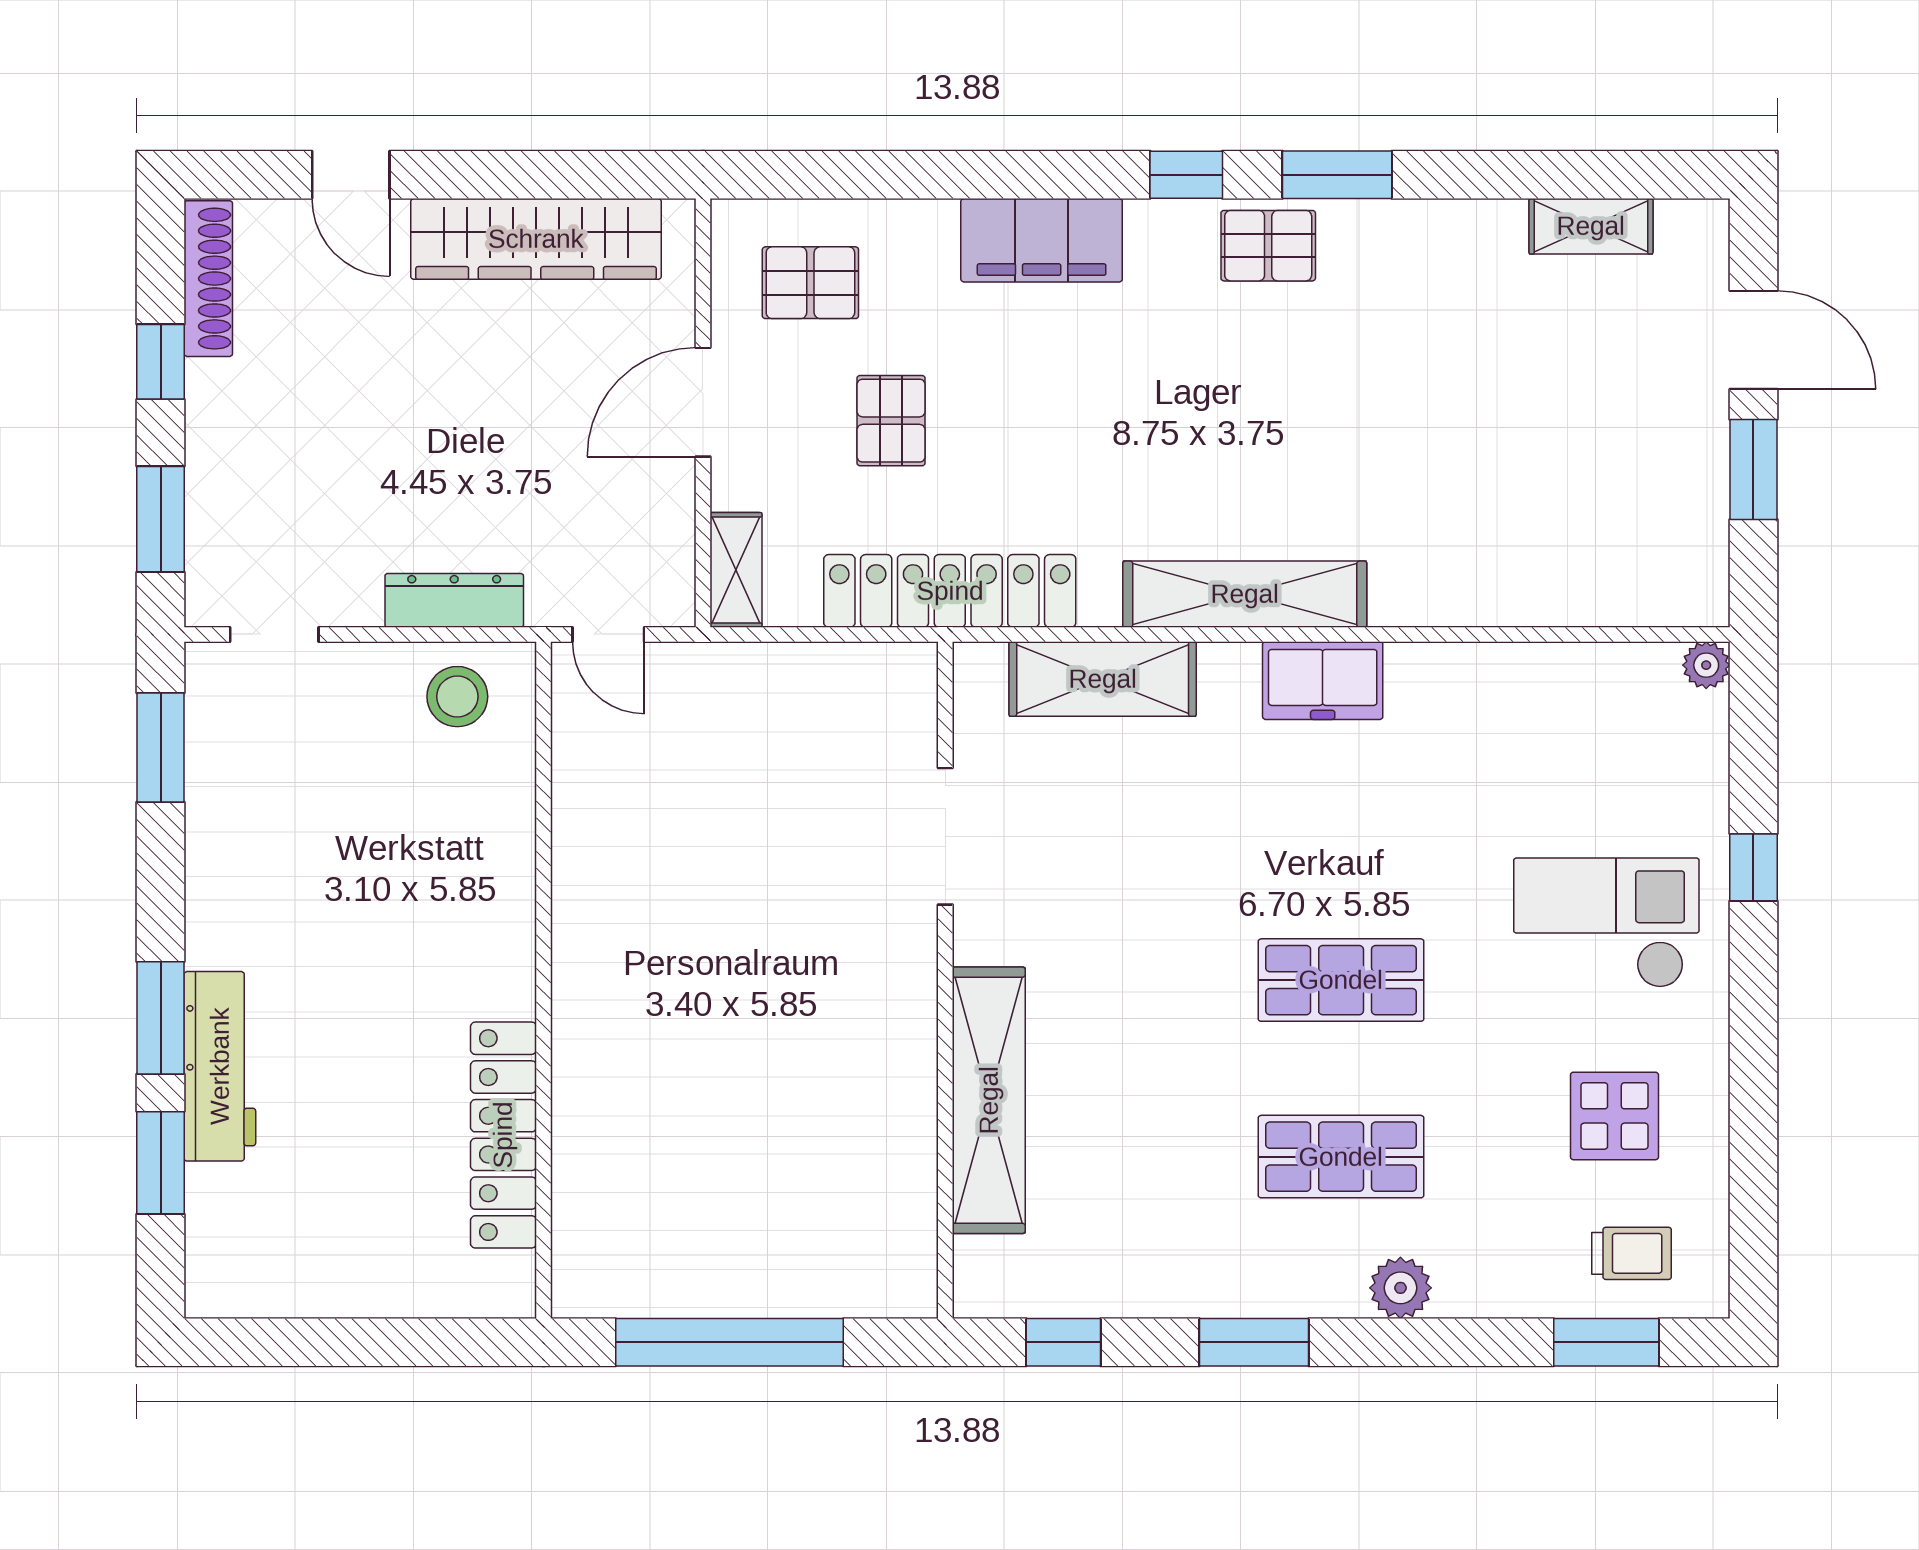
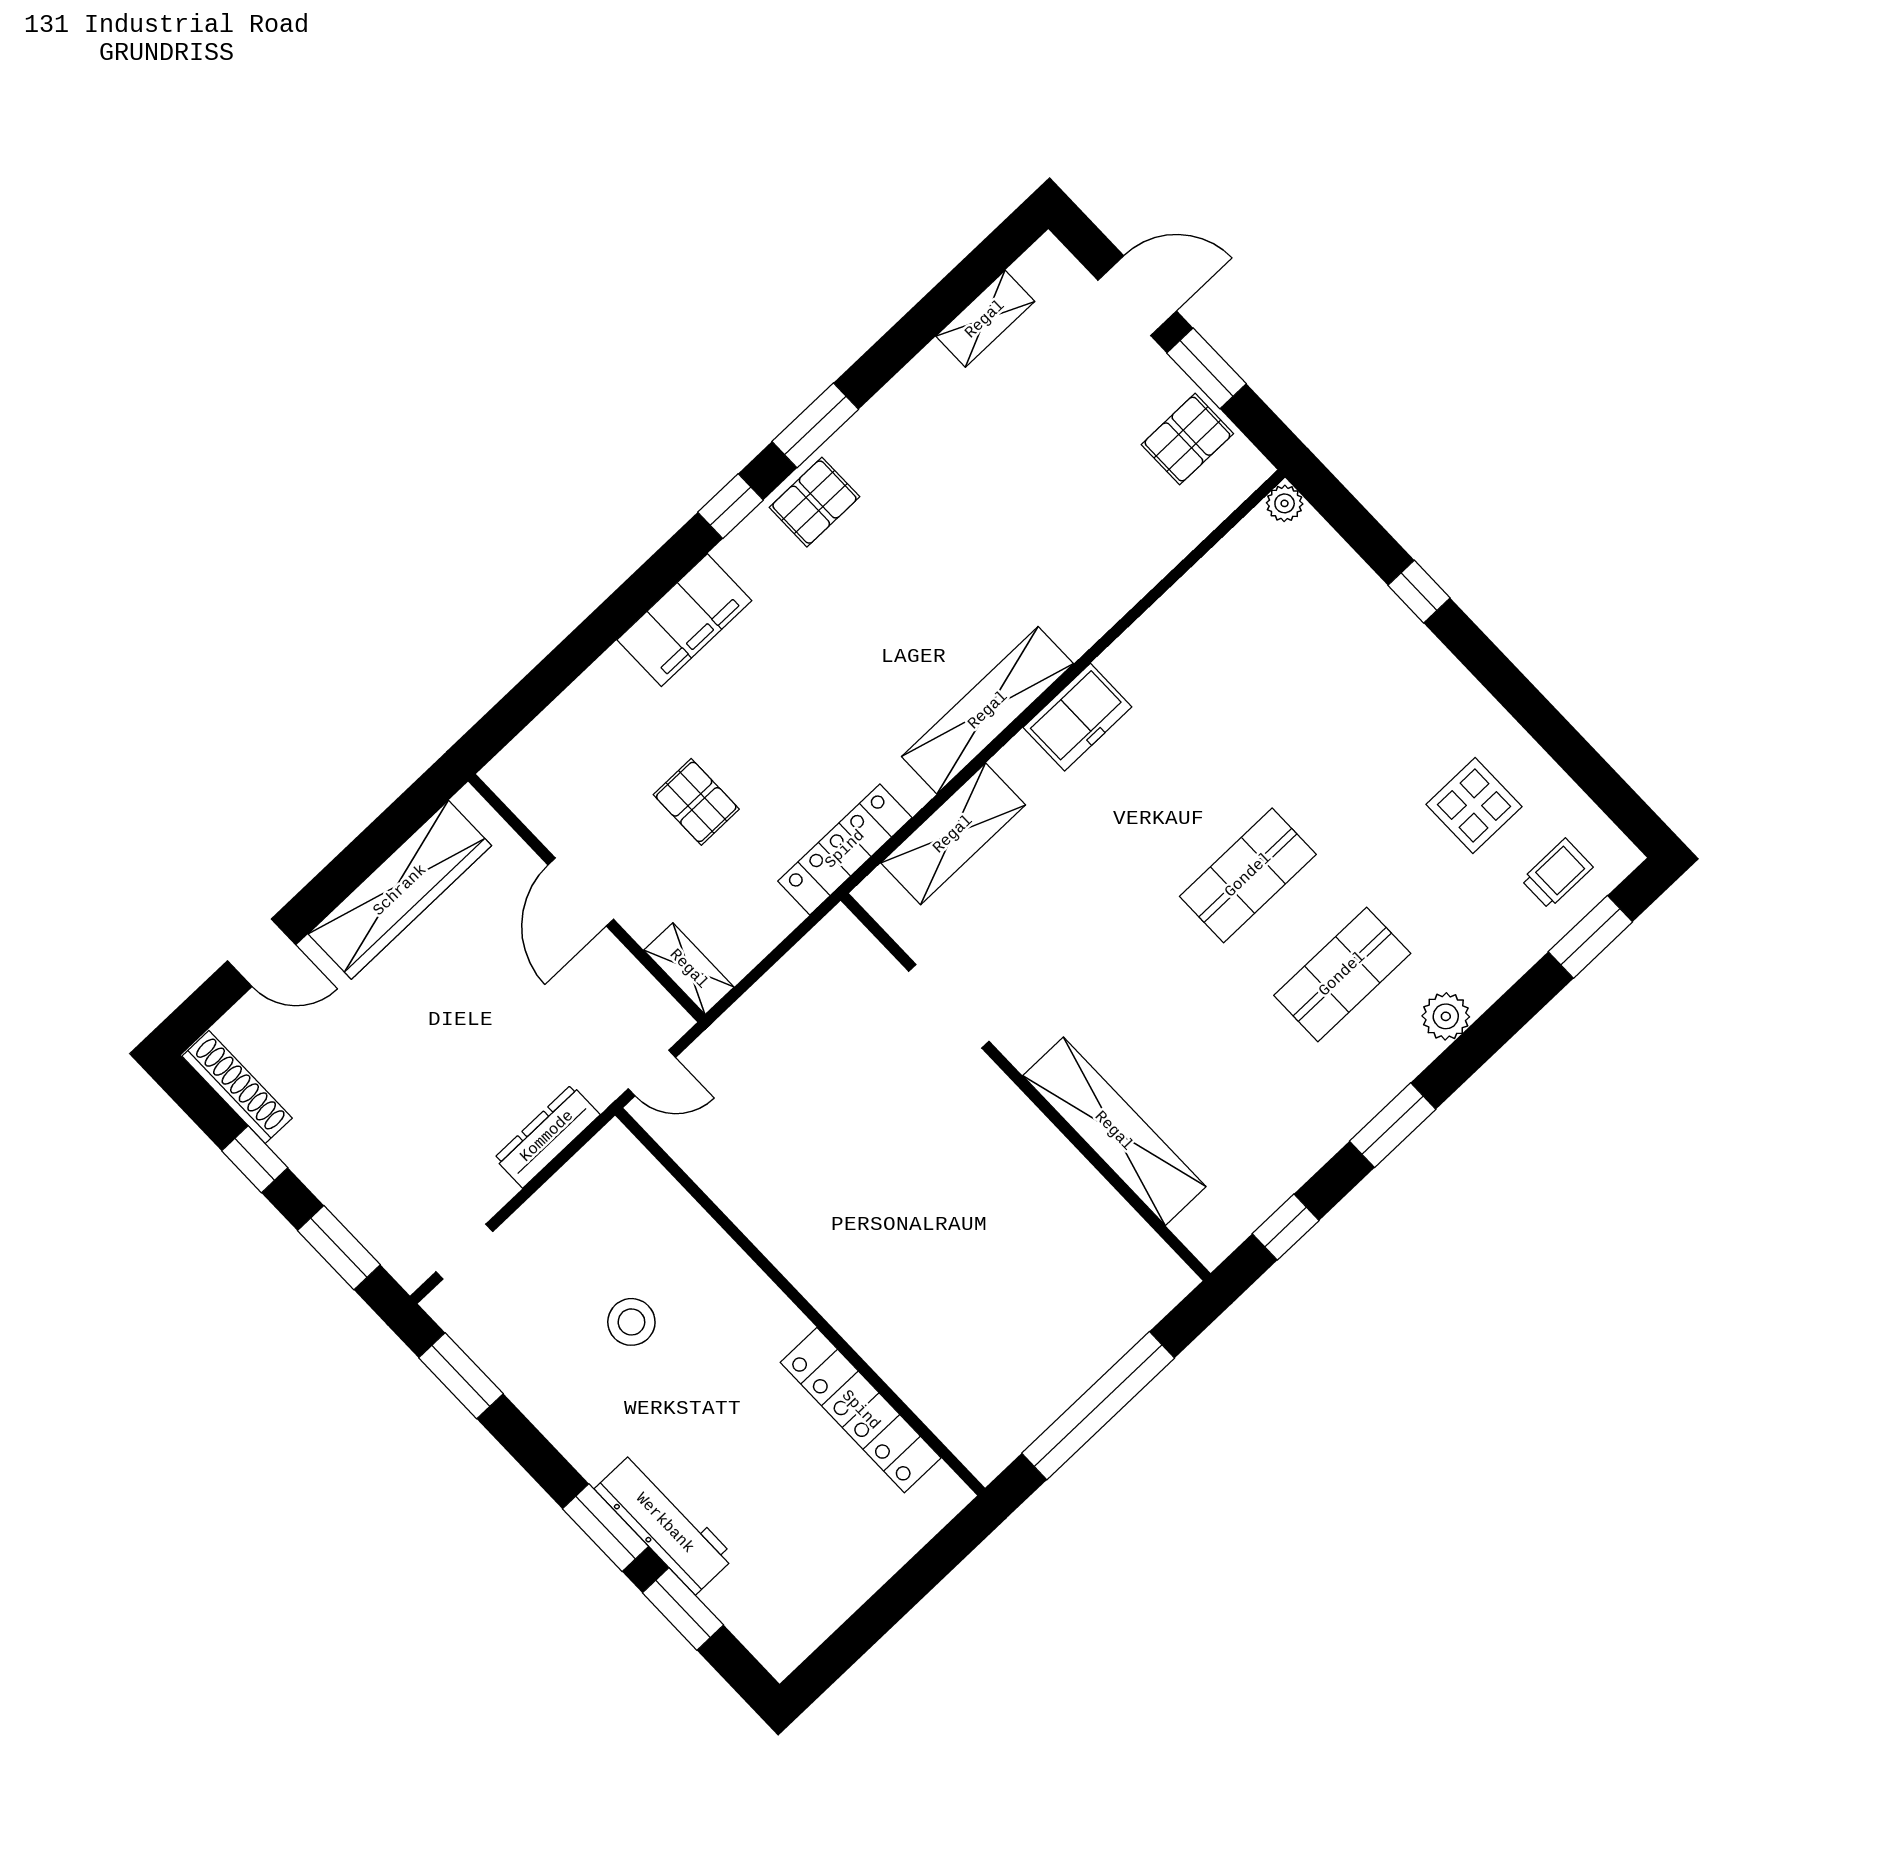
pallet: (810, 283) -> (1187, 439), moved
locker: (950, 591) -> (845, 849), width x0.71, depth x0.83
stool: (457, 697) -> (631, 1322), moved
checkout: (1606, 923) -> (1366, 701), removed

